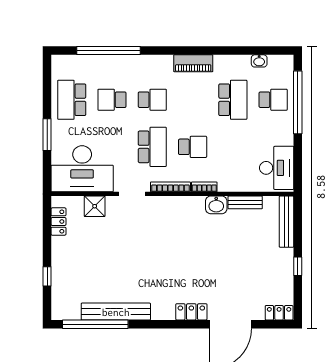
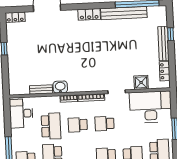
school desk: (152, 147) -> (105, 124), width x0.54
school desk: (233, 147) -> (51, 126), added
bench: (286, 222) -> (163, 44), moved
locker: (191, 312) -> (89, 14), moved

